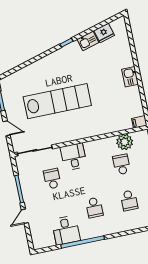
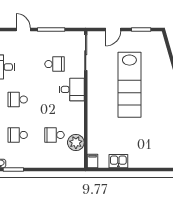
kitchen sink: (130, 77) -> (118, 161), moved
school desk: (122, 164) -> (54, 135), turned 180

